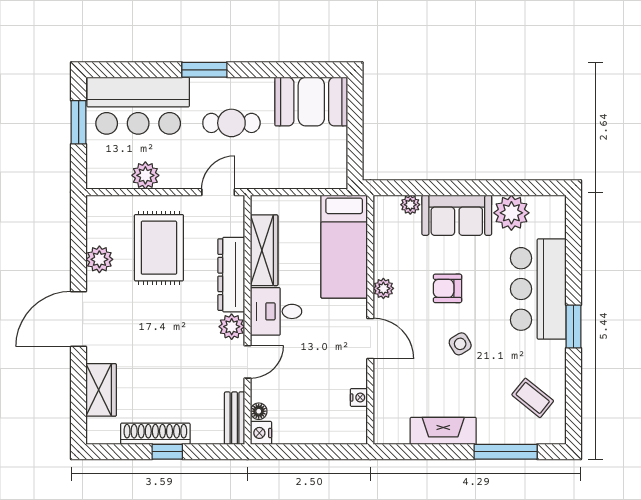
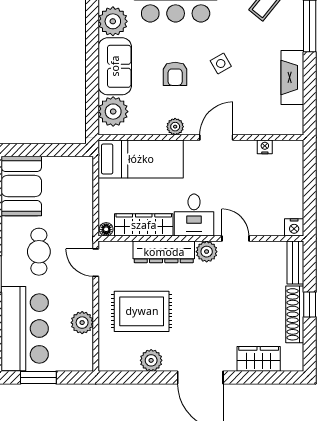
plant: (410, 205) -> (113, 112), width x1.88, depth x1.88
floor lamp: (259, 411) -> (106, 229), moved
bench: (235, 418) -> (295, 263), moved, turned 90

